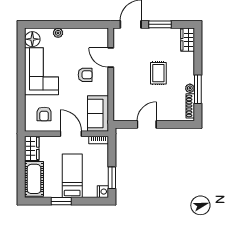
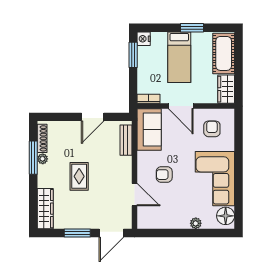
wardrobe: (188, 40) -> (45, 209), width x1.50
bench: (118, 104) -> (126, 140), added

